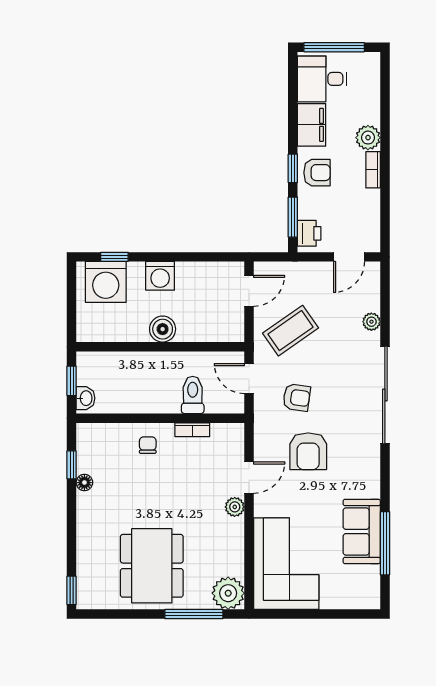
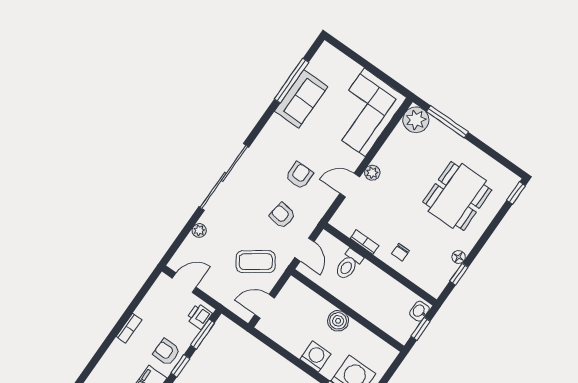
plant: (368, 138) -> (118, 351), removed
armchair: (308, 451) -> (299, 175), width x0.72, depth x0.72
dining table: (152, 566) -> (457, 196), moved

